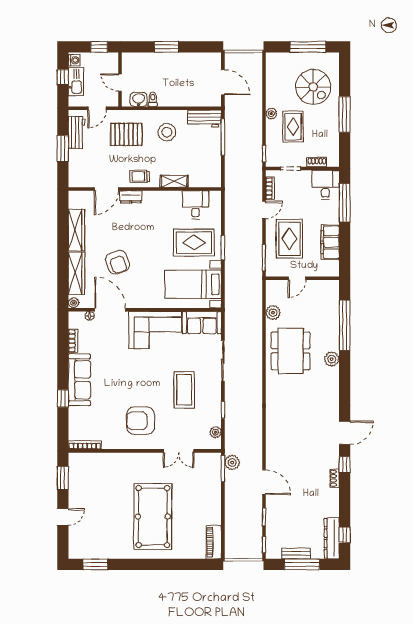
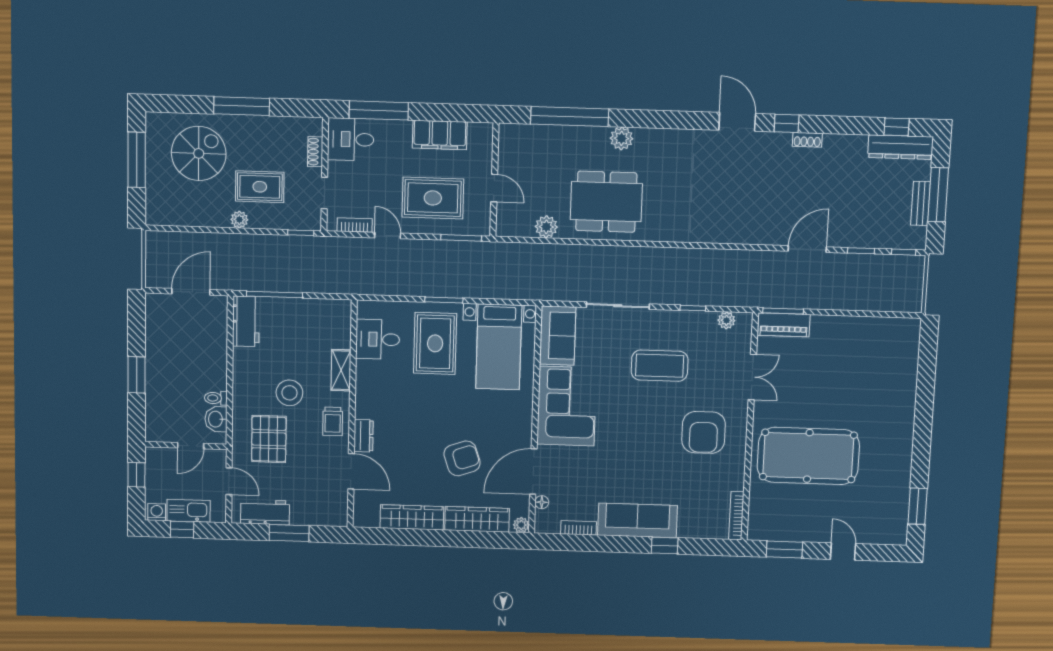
stool: (167, 132) -> (289, 393), moved
plant: (232, 462) -> (774, 297), removed
pool table: (153, 517) -> (808, 456), moved
piano: (214, 542) -> (784, 325), moved

